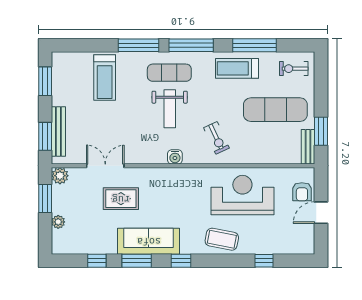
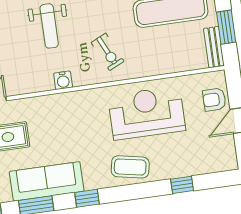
armchair: (302, 192) -> (214, 100), turned 90

